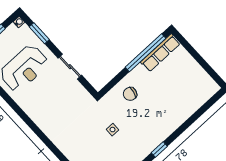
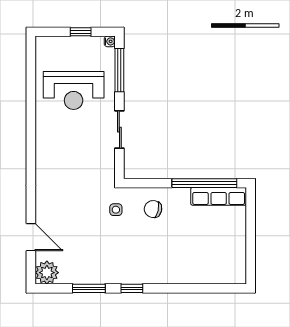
window: (39, 33) -> (119, 70), width x1.44
side table: (113, 130) -> (116, 210), moved

